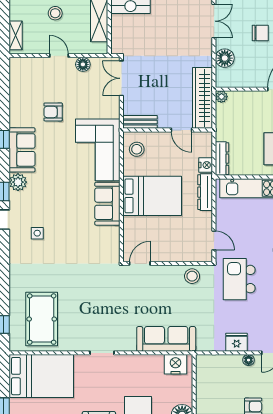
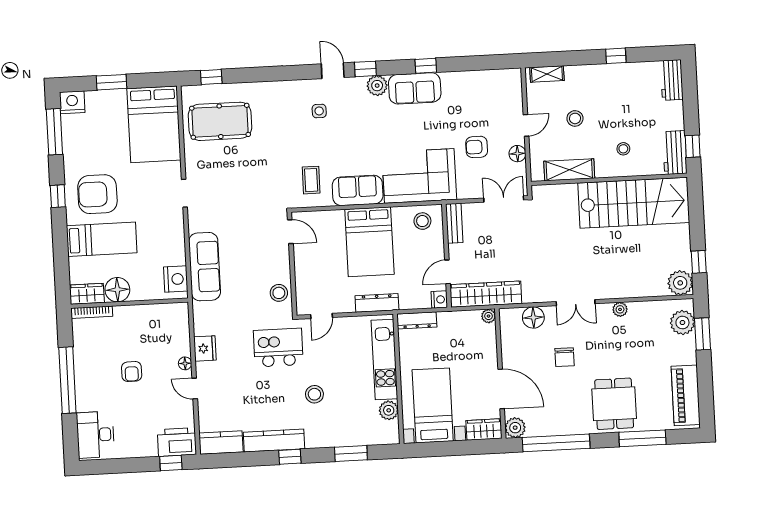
armchair: (53, 112) -> (477, 147), moved, turned -90
nightstand: (206, 165) -> (439, 300), moved, turned -90
coffee table: (96, 243) -> (311, 180), added

